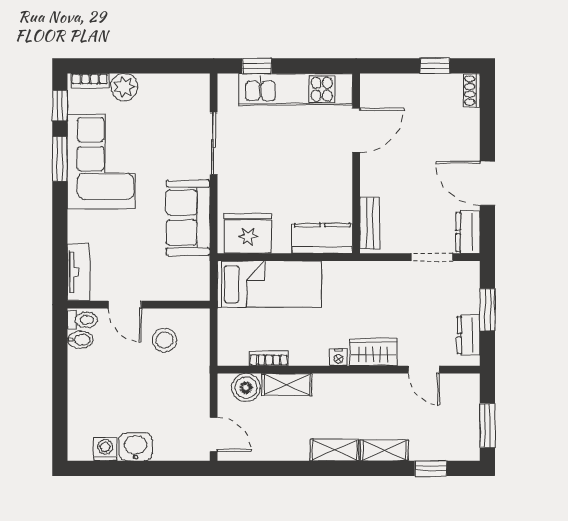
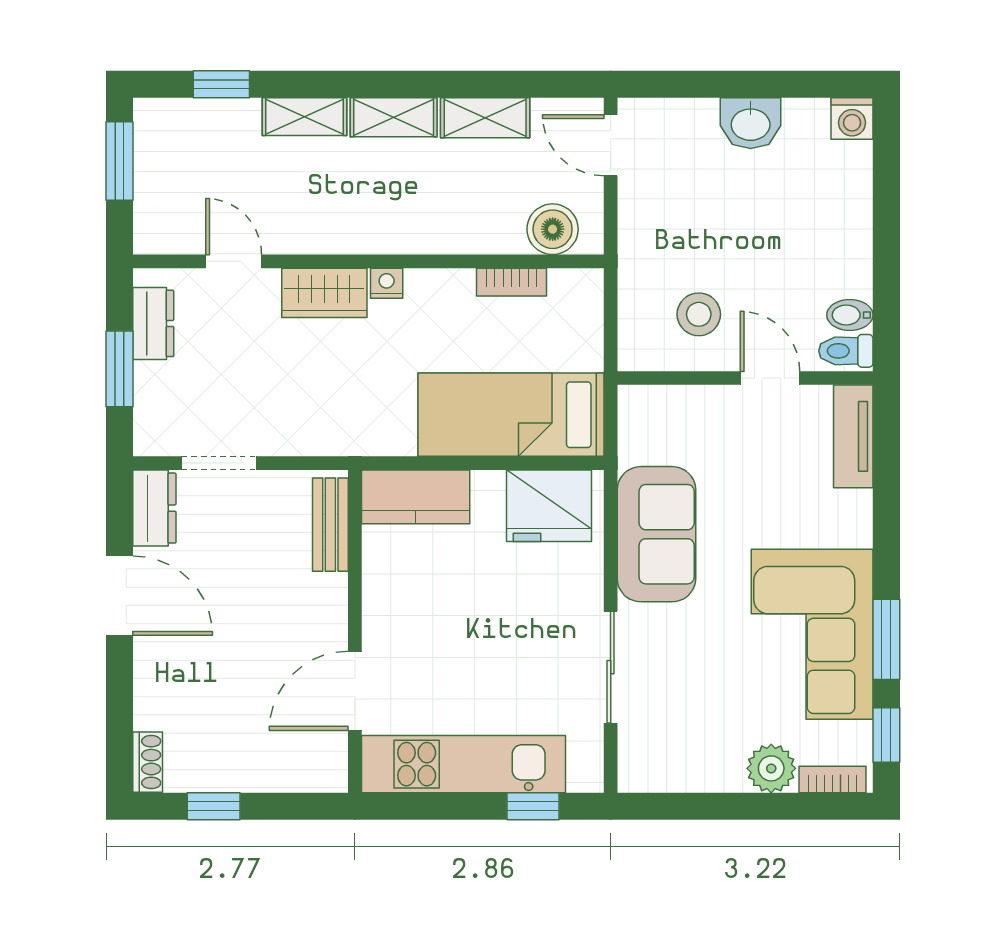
shelving: (287, 385) -> (485, 118), moved
washing machine: (105, 449) -> (852, 119), moved

